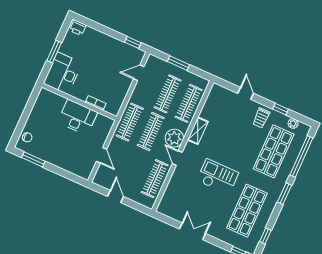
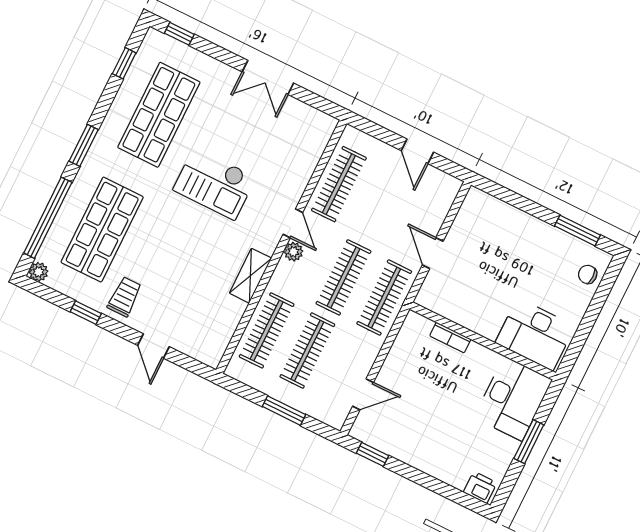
desk: (78, 117) -> (535, 334), moved
plant: (293, 124) -> (39, 272), moved
plant: (174, 138) -> (293, 252), width x0.53, depth x0.53
door: (101, 155) -> (433, 253), moved

